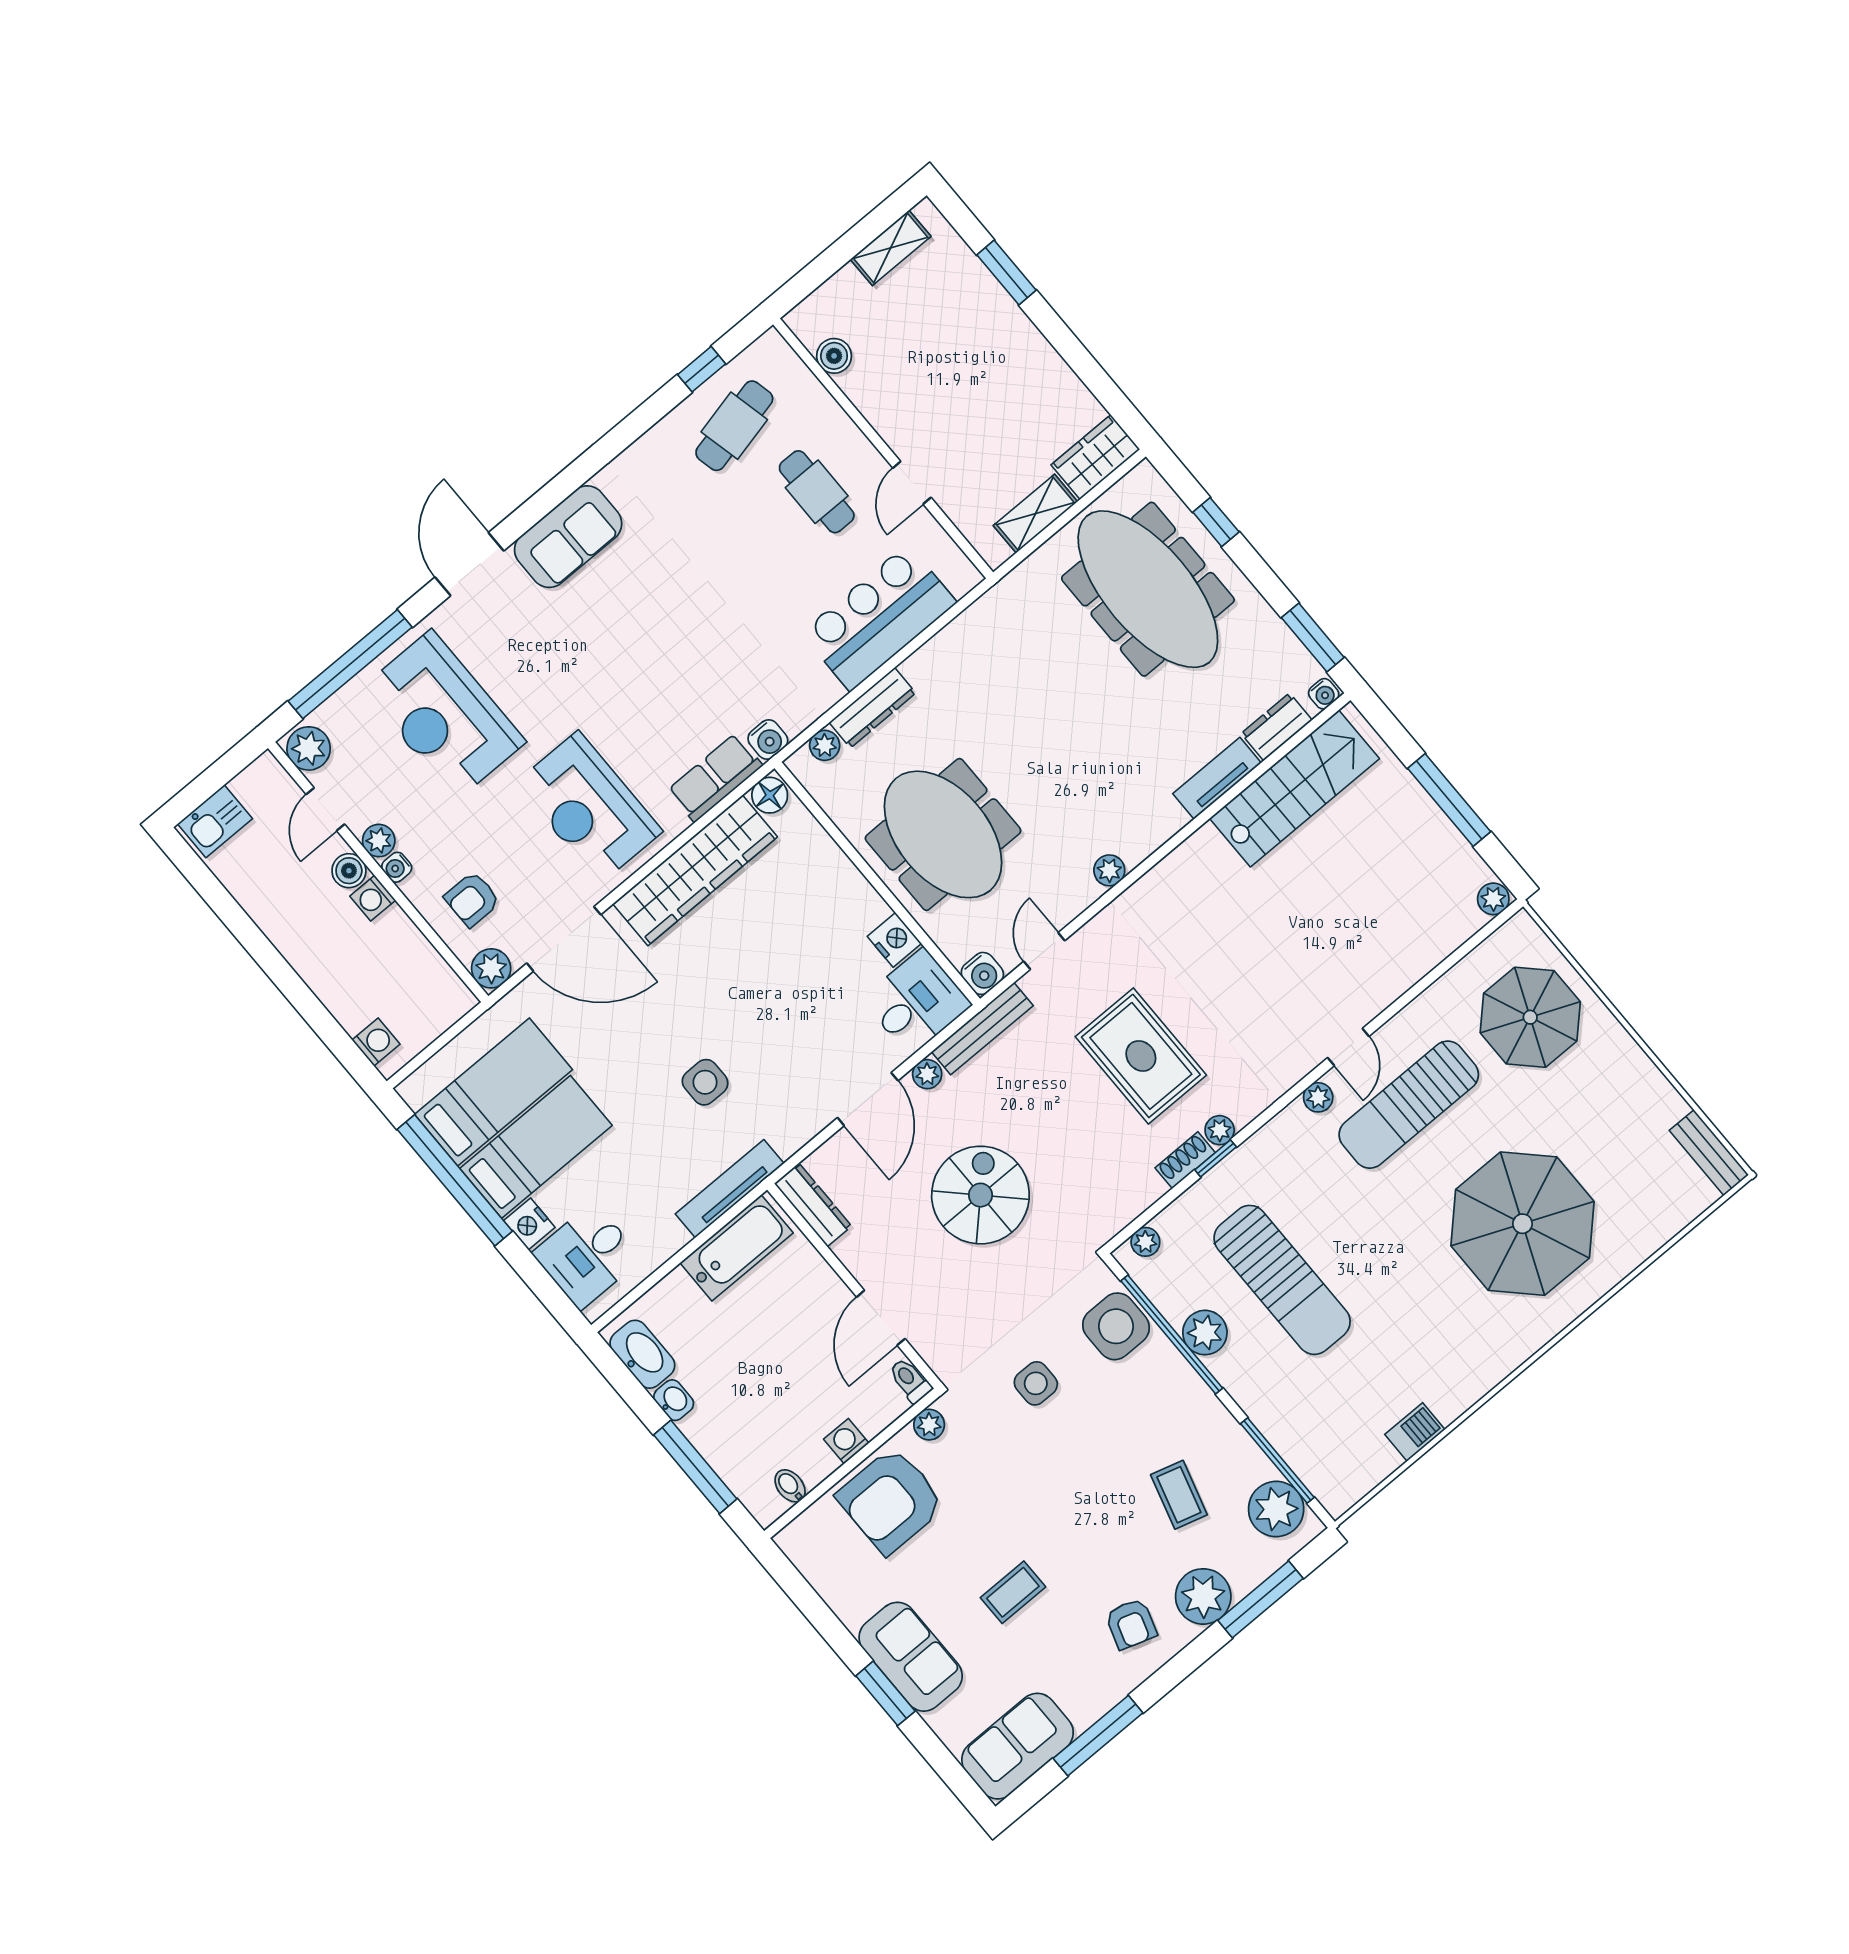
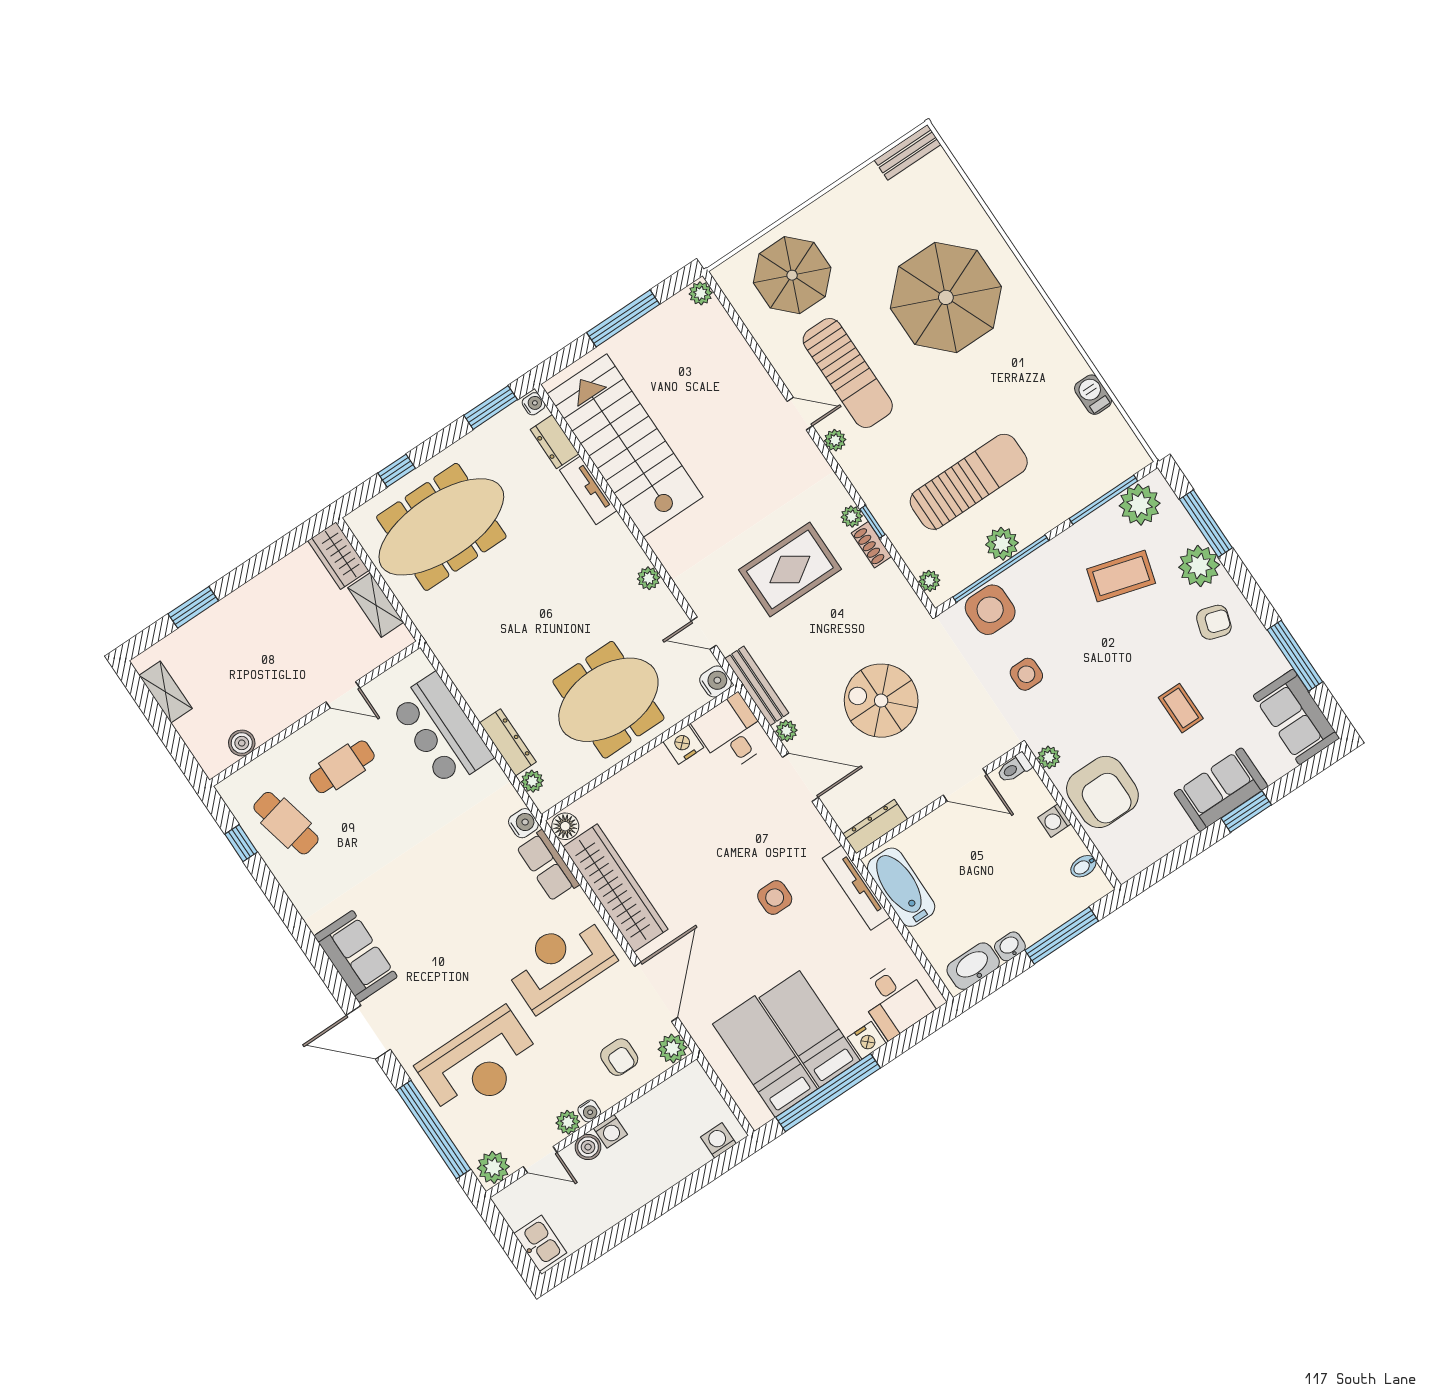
stairs: (1295, 788) -> (625, 446), width x1.36, depth x1.51
reception desk: (589, 807) -> (560, 962), turned 180
coffee table: (1179, 1495) -> (1121, 576), width x1.36, depth x1.30

